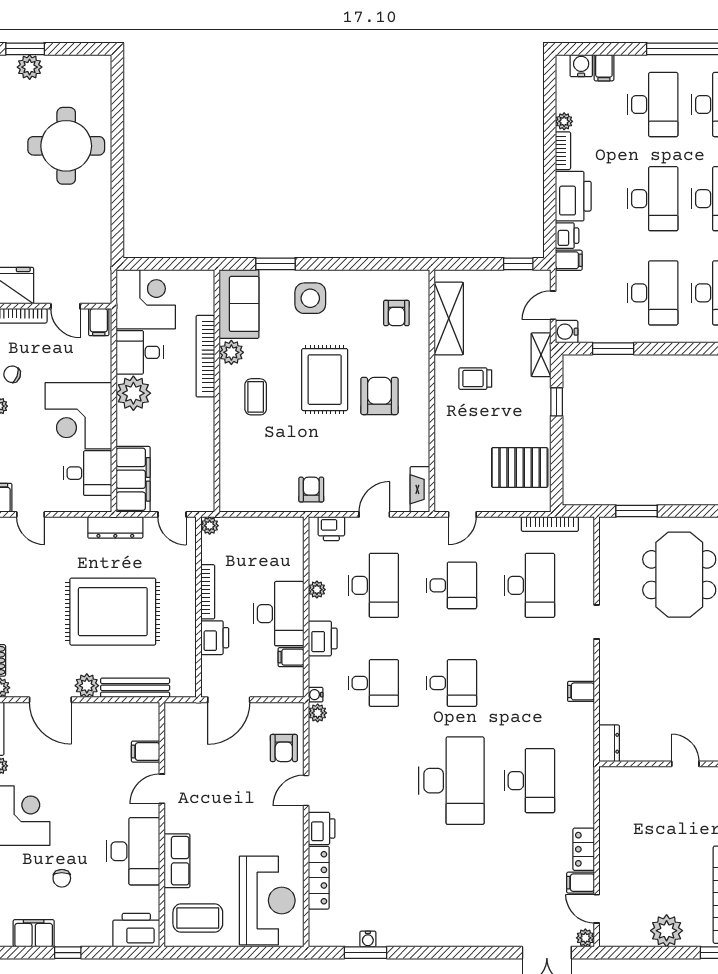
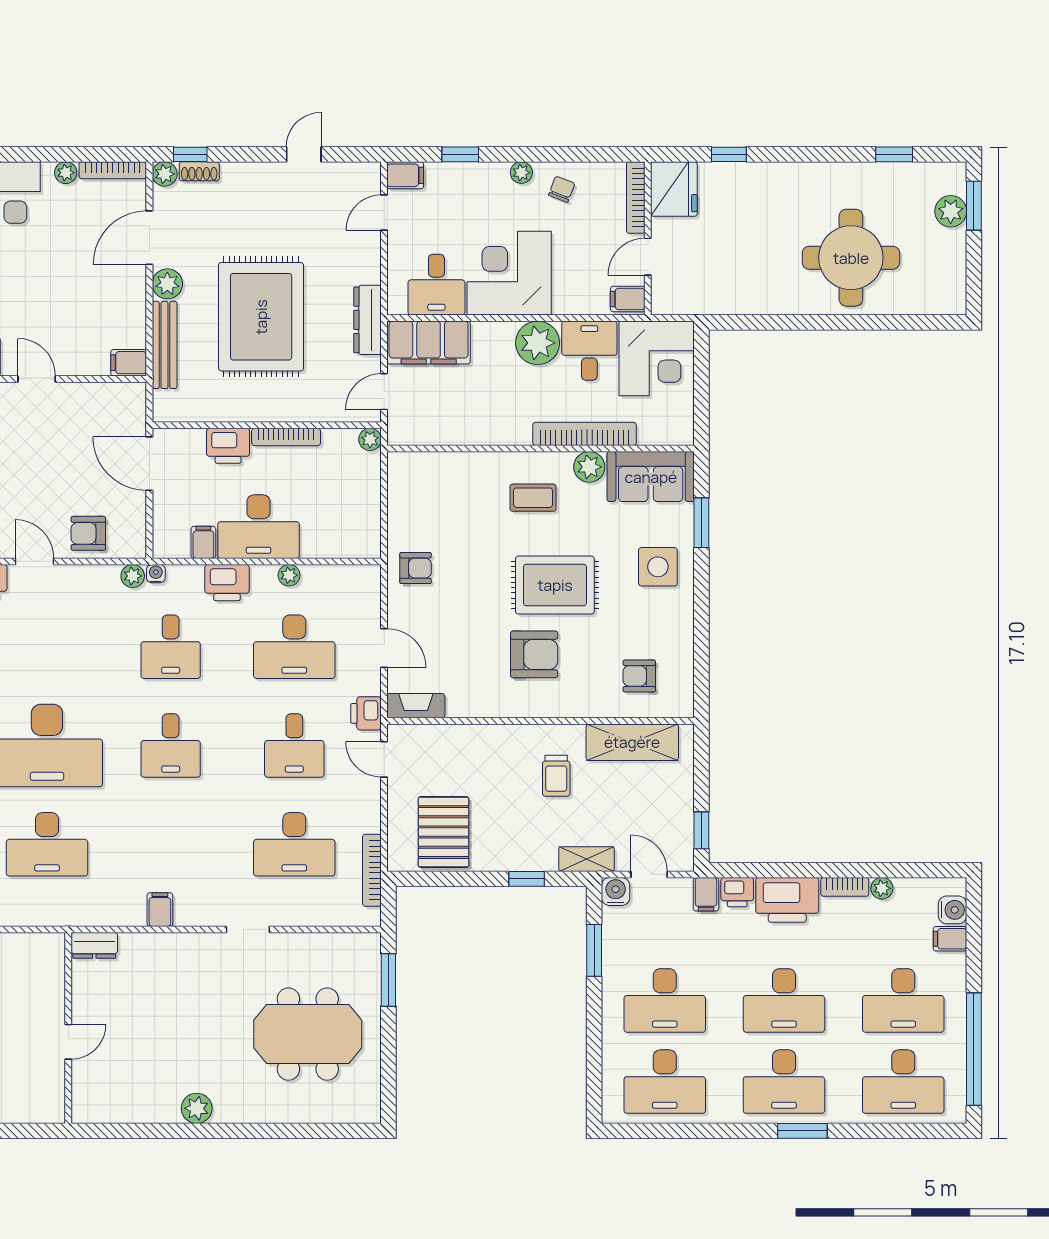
trolley: (475, 379) -> (556, 776), turned 180
printer: (331, 529) -> (366, 713), moved
filing cabinet: (146, 752) -> (129, 363), moved, turned -90

